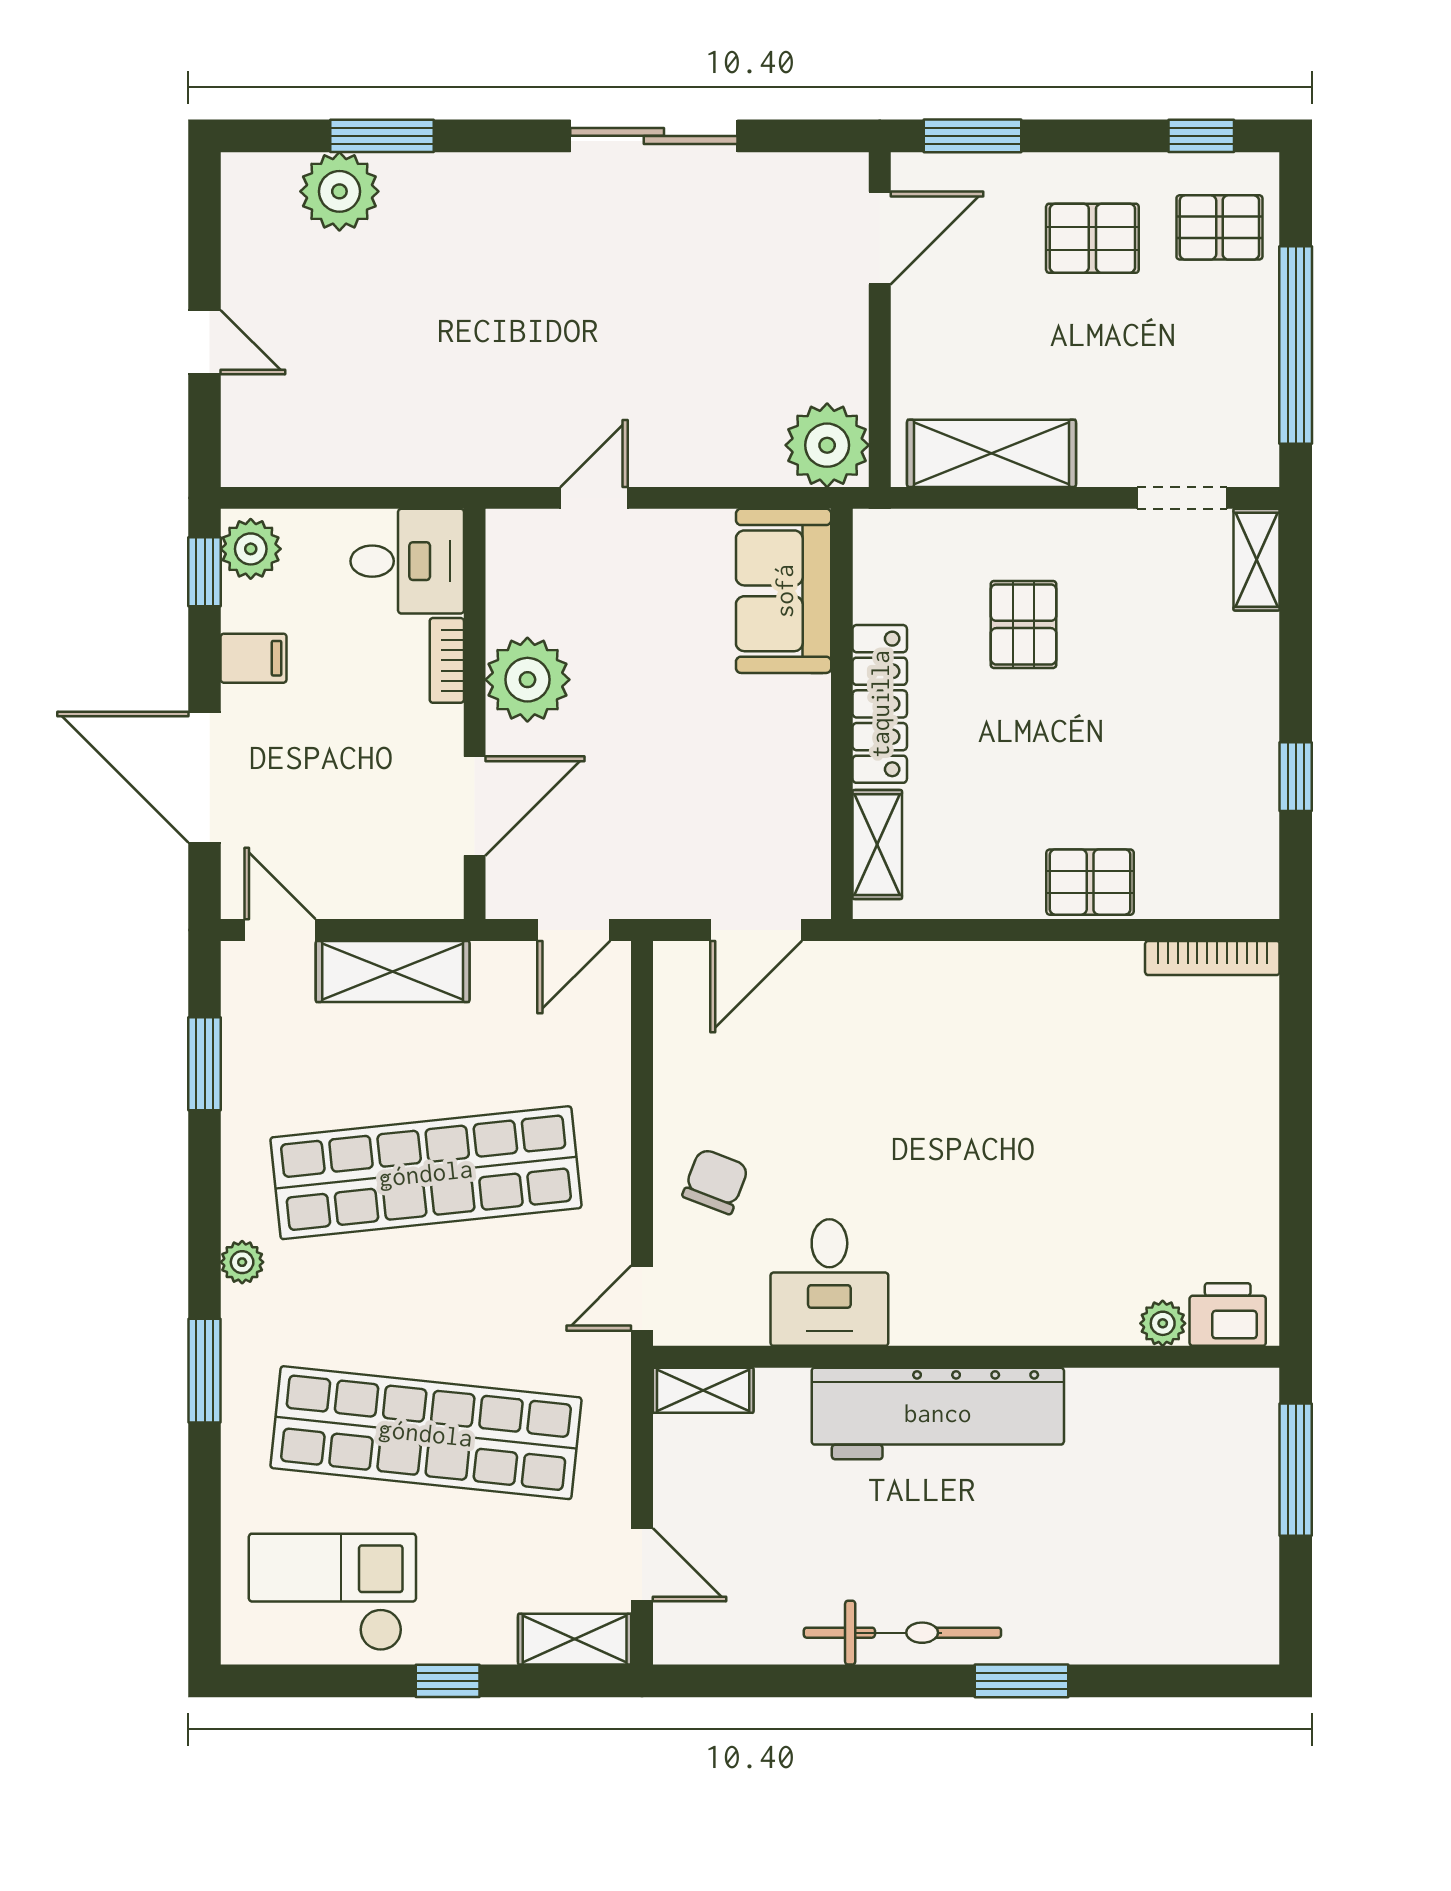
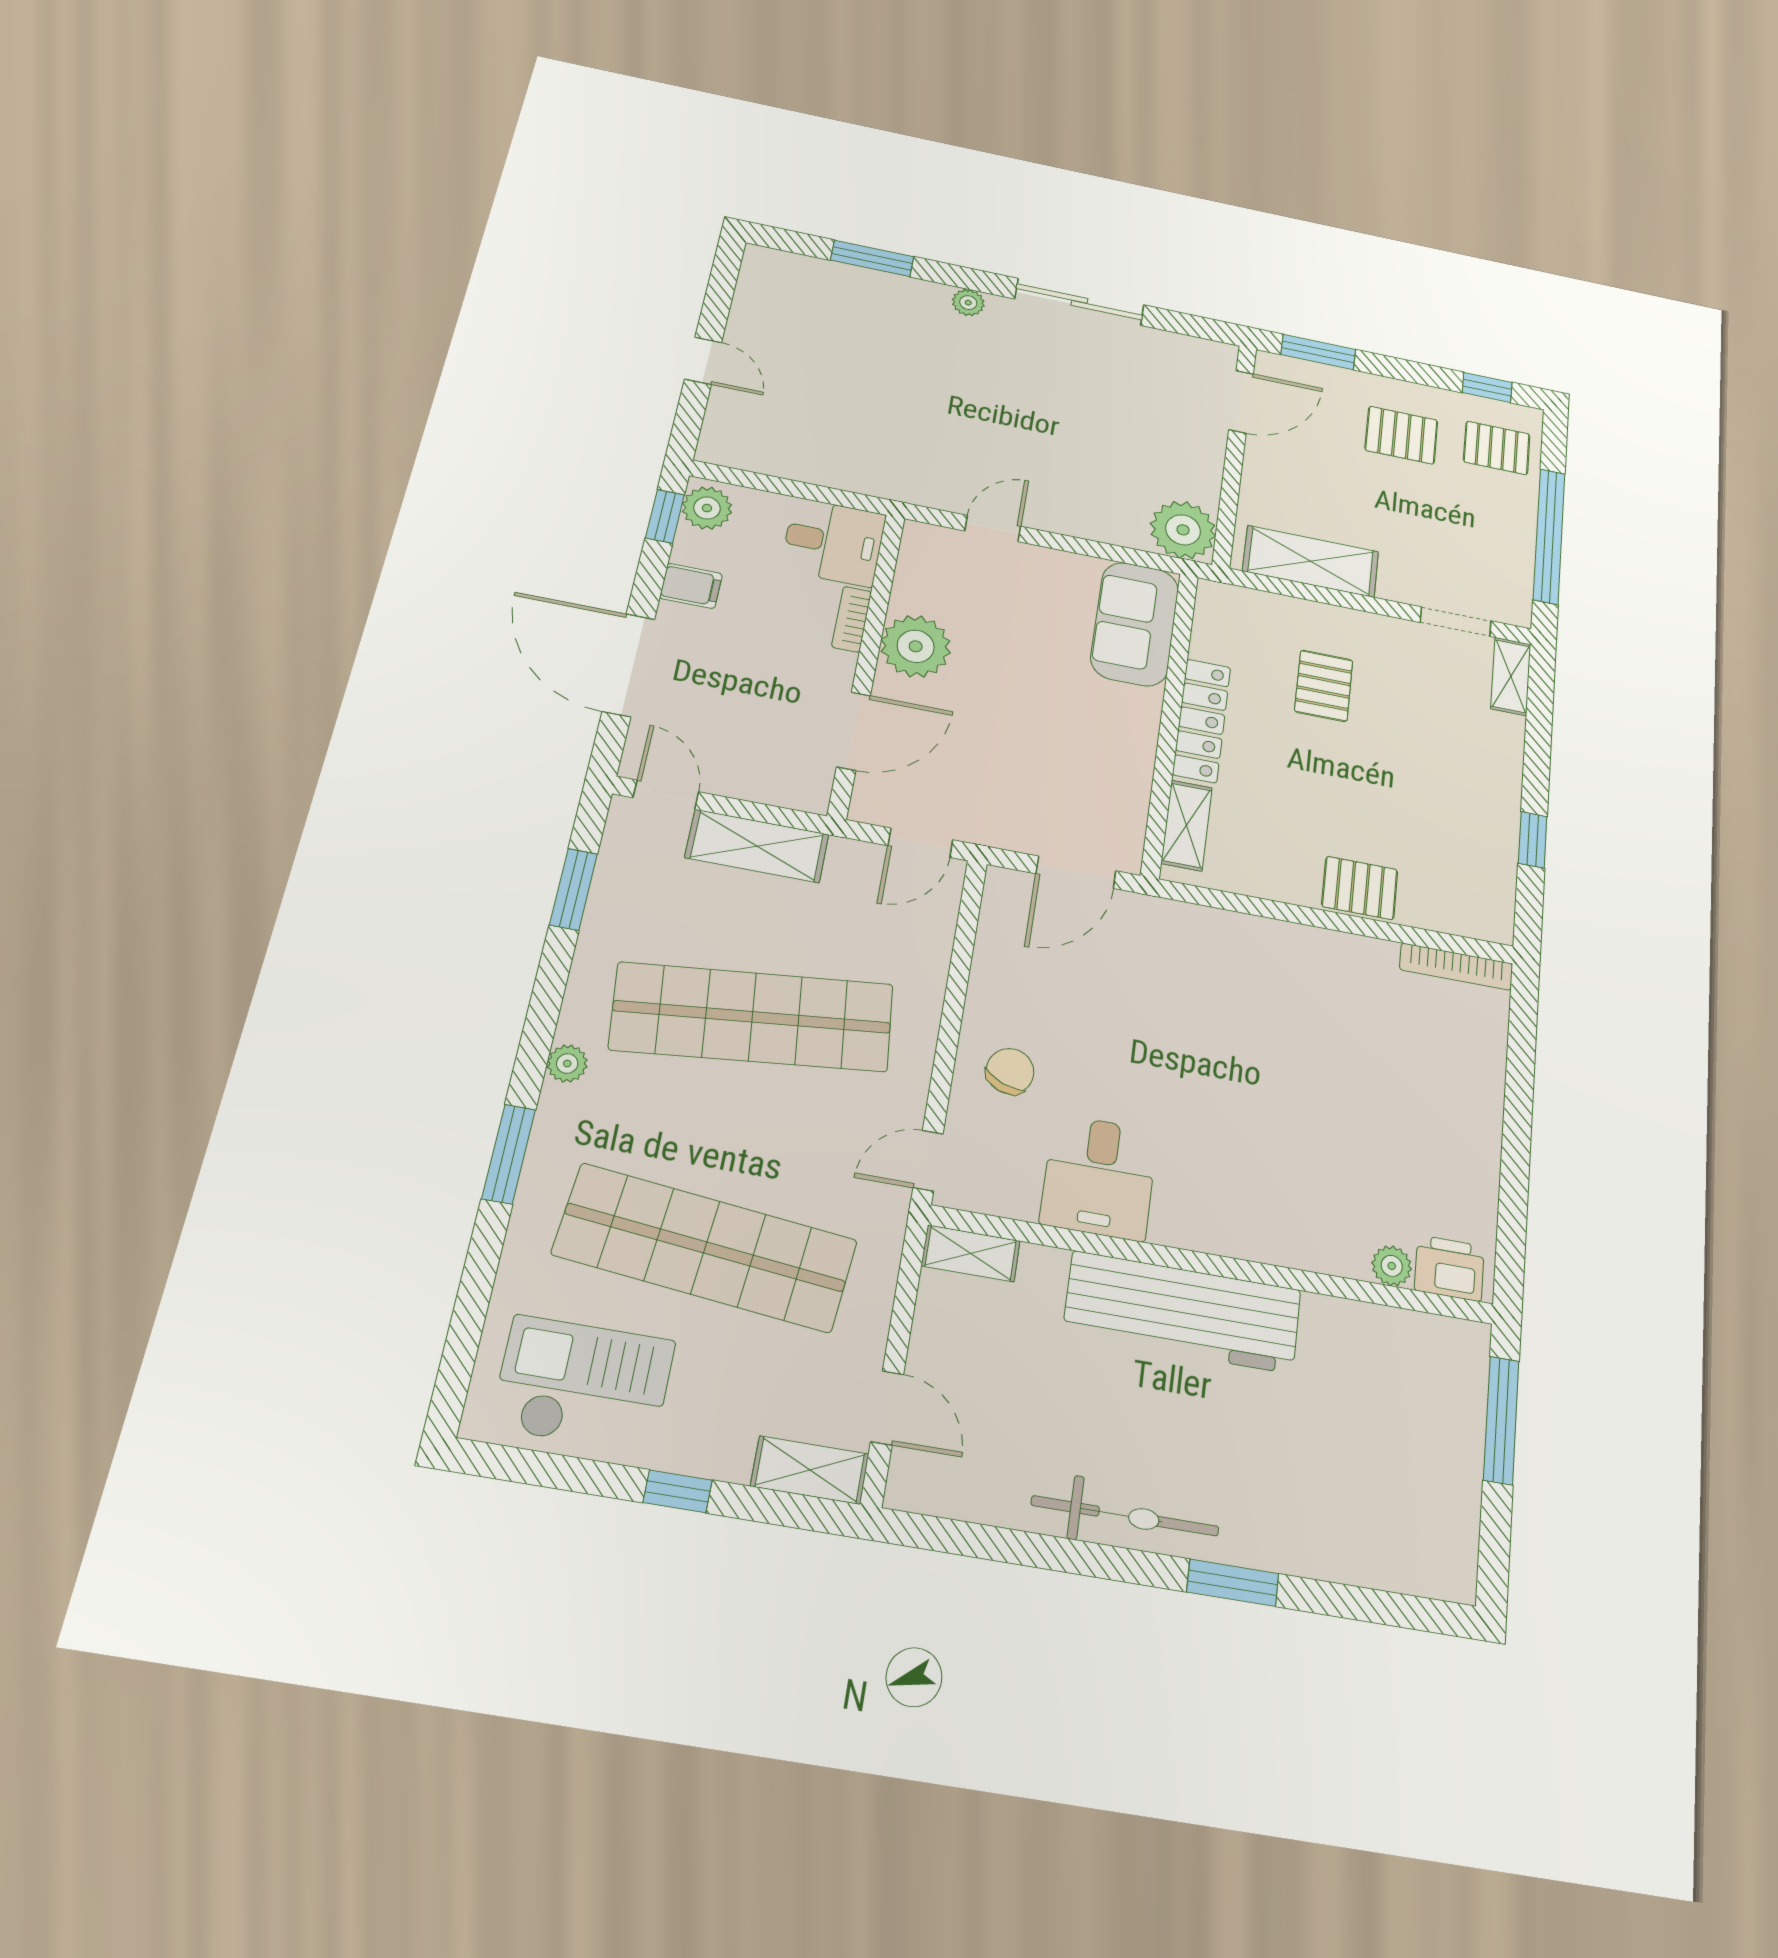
plant: (339, 191) -> (968, 303), moved, width x0.53, depth x0.53

